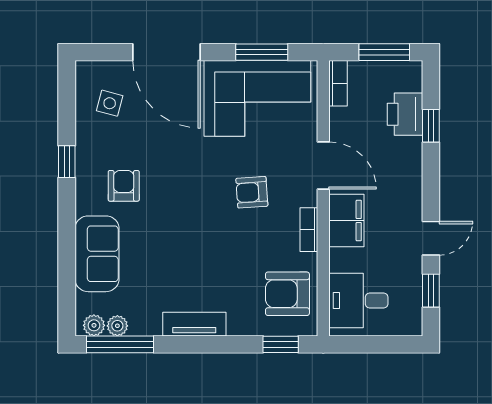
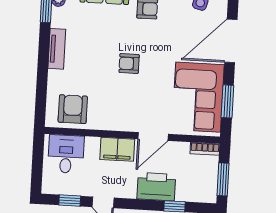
printer: (405, 114) -> (156, 187), moved, width x1.37, depth x1.19
armchair: (252, 192) -> (129, 63), moved, turned -86
bookcase: (309, 230) -> (113, 125), removed
window: (281, 344) -> (41, 103), removed

